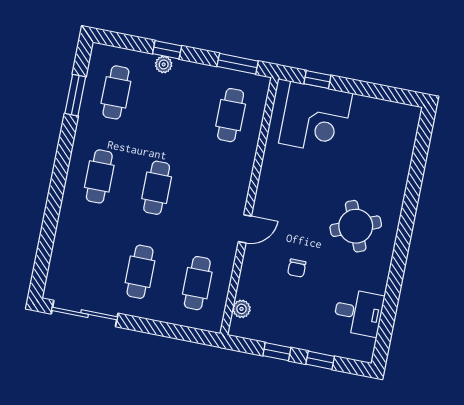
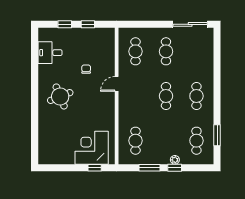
window: (238, 64) -> (149, 168), moved
plant: (242, 309) -> (110, 43), removed

